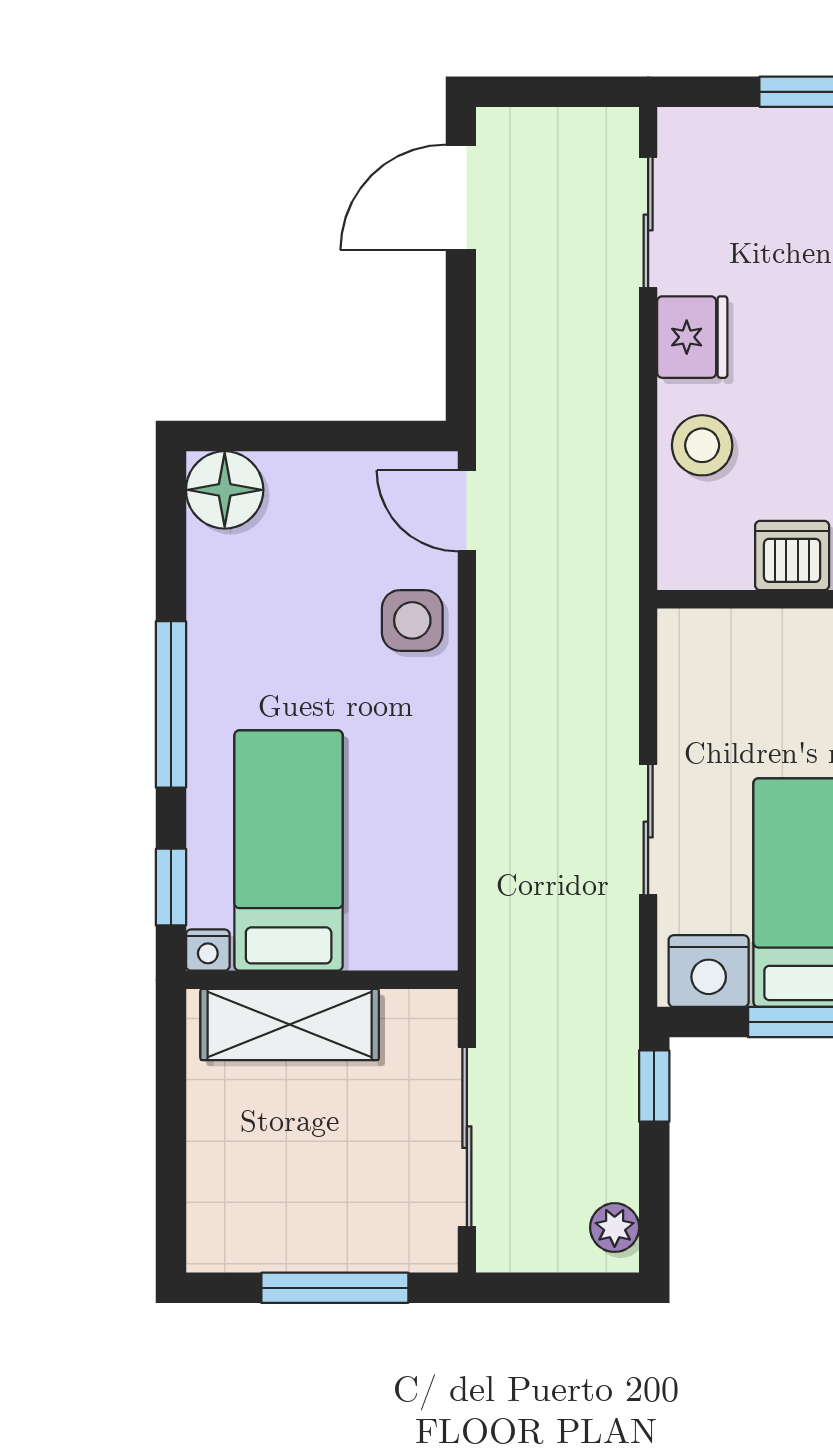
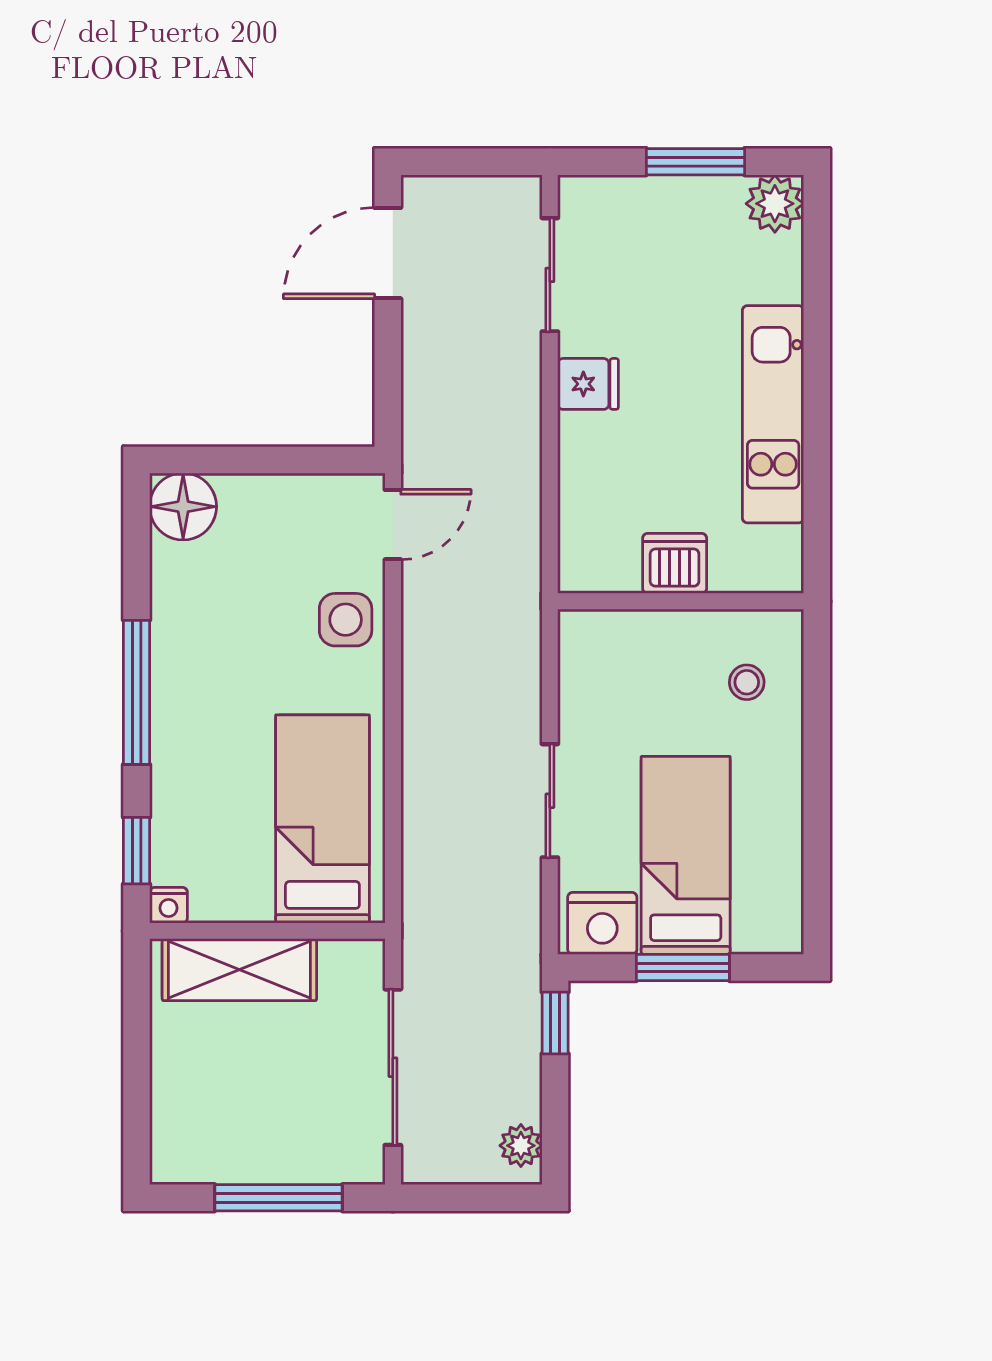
fridge: (692, 337) -> (588, 384), width x0.72
stool: (702, 445) -> (597, 468), removed
door: (467, 511) -> (393, 525), swing flipped
bed: (289, 851) -> (322, 819), moved

